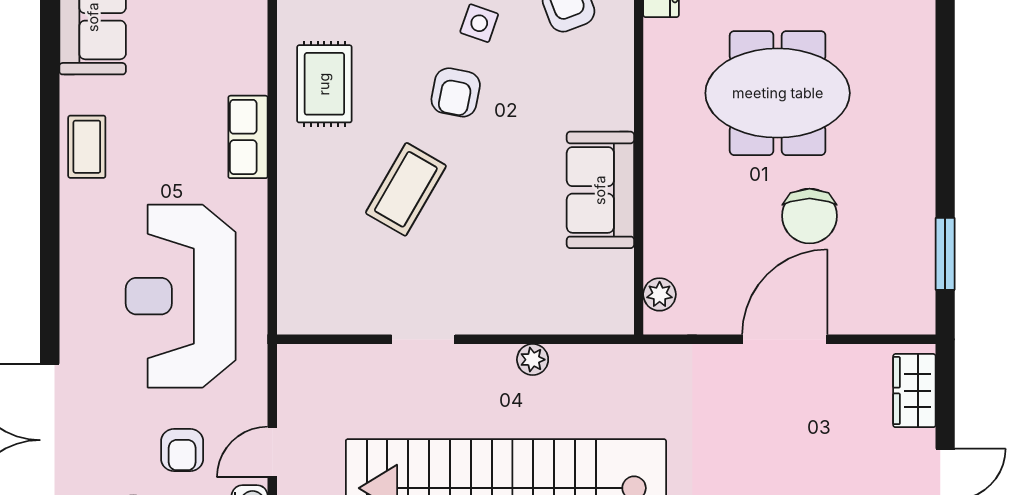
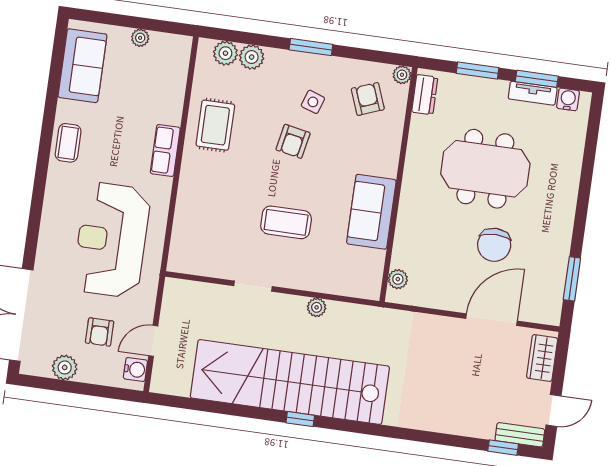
coffee table: (406, 189) -> (286, 222), moved, turned 60
door: (785, 339) -> (492, 320), moved

